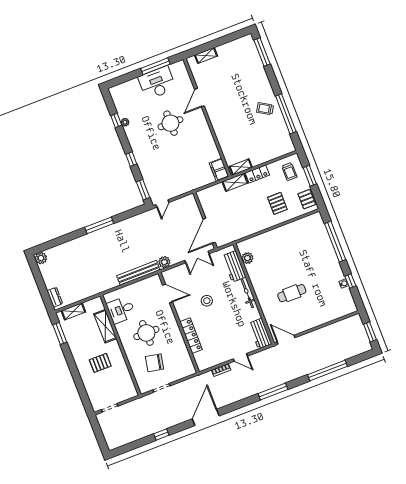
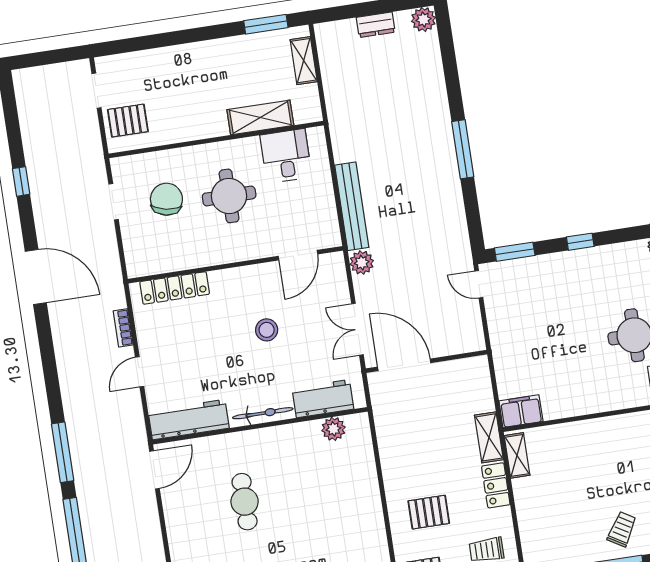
dresser: (55, 297) -> (376, 25), moved
workbench: (260, 334) -> (189, 420), width x1.37
locker: (191, 336) -> (175, 288), moved
pallet: (100, 363) -> (128, 121), moved, turned 90
window: (273, 391) -> (63, 452), moved

